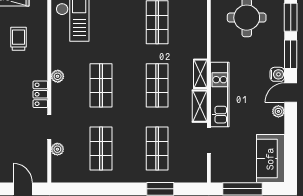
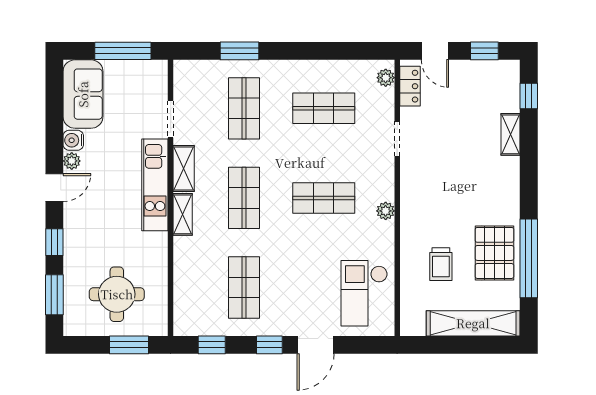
window: (291, 54) -> (54, 242), width x0.67
water cooler: (277, 74) -> (73, 140), moved
shop shelf: (101, 85) -> (324, 198), turned 90
locker: (40, 94) -> (410, 86), moved
shop shelf: (101, 148) -> (324, 108), turned 90
plant: (57, 149) -> (386, 78), moved

